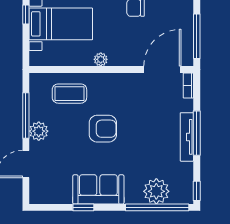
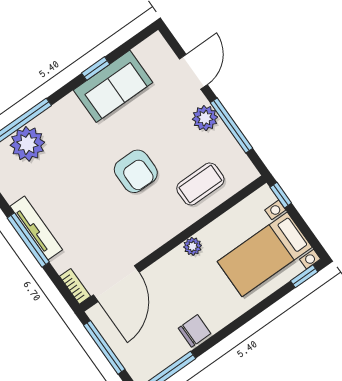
window: (26, 14) -> (281, 195), moved
armchair: (103, 129) -> (136, 171), turned -90
sofa: (98, 189) -> (113, 86), moved

